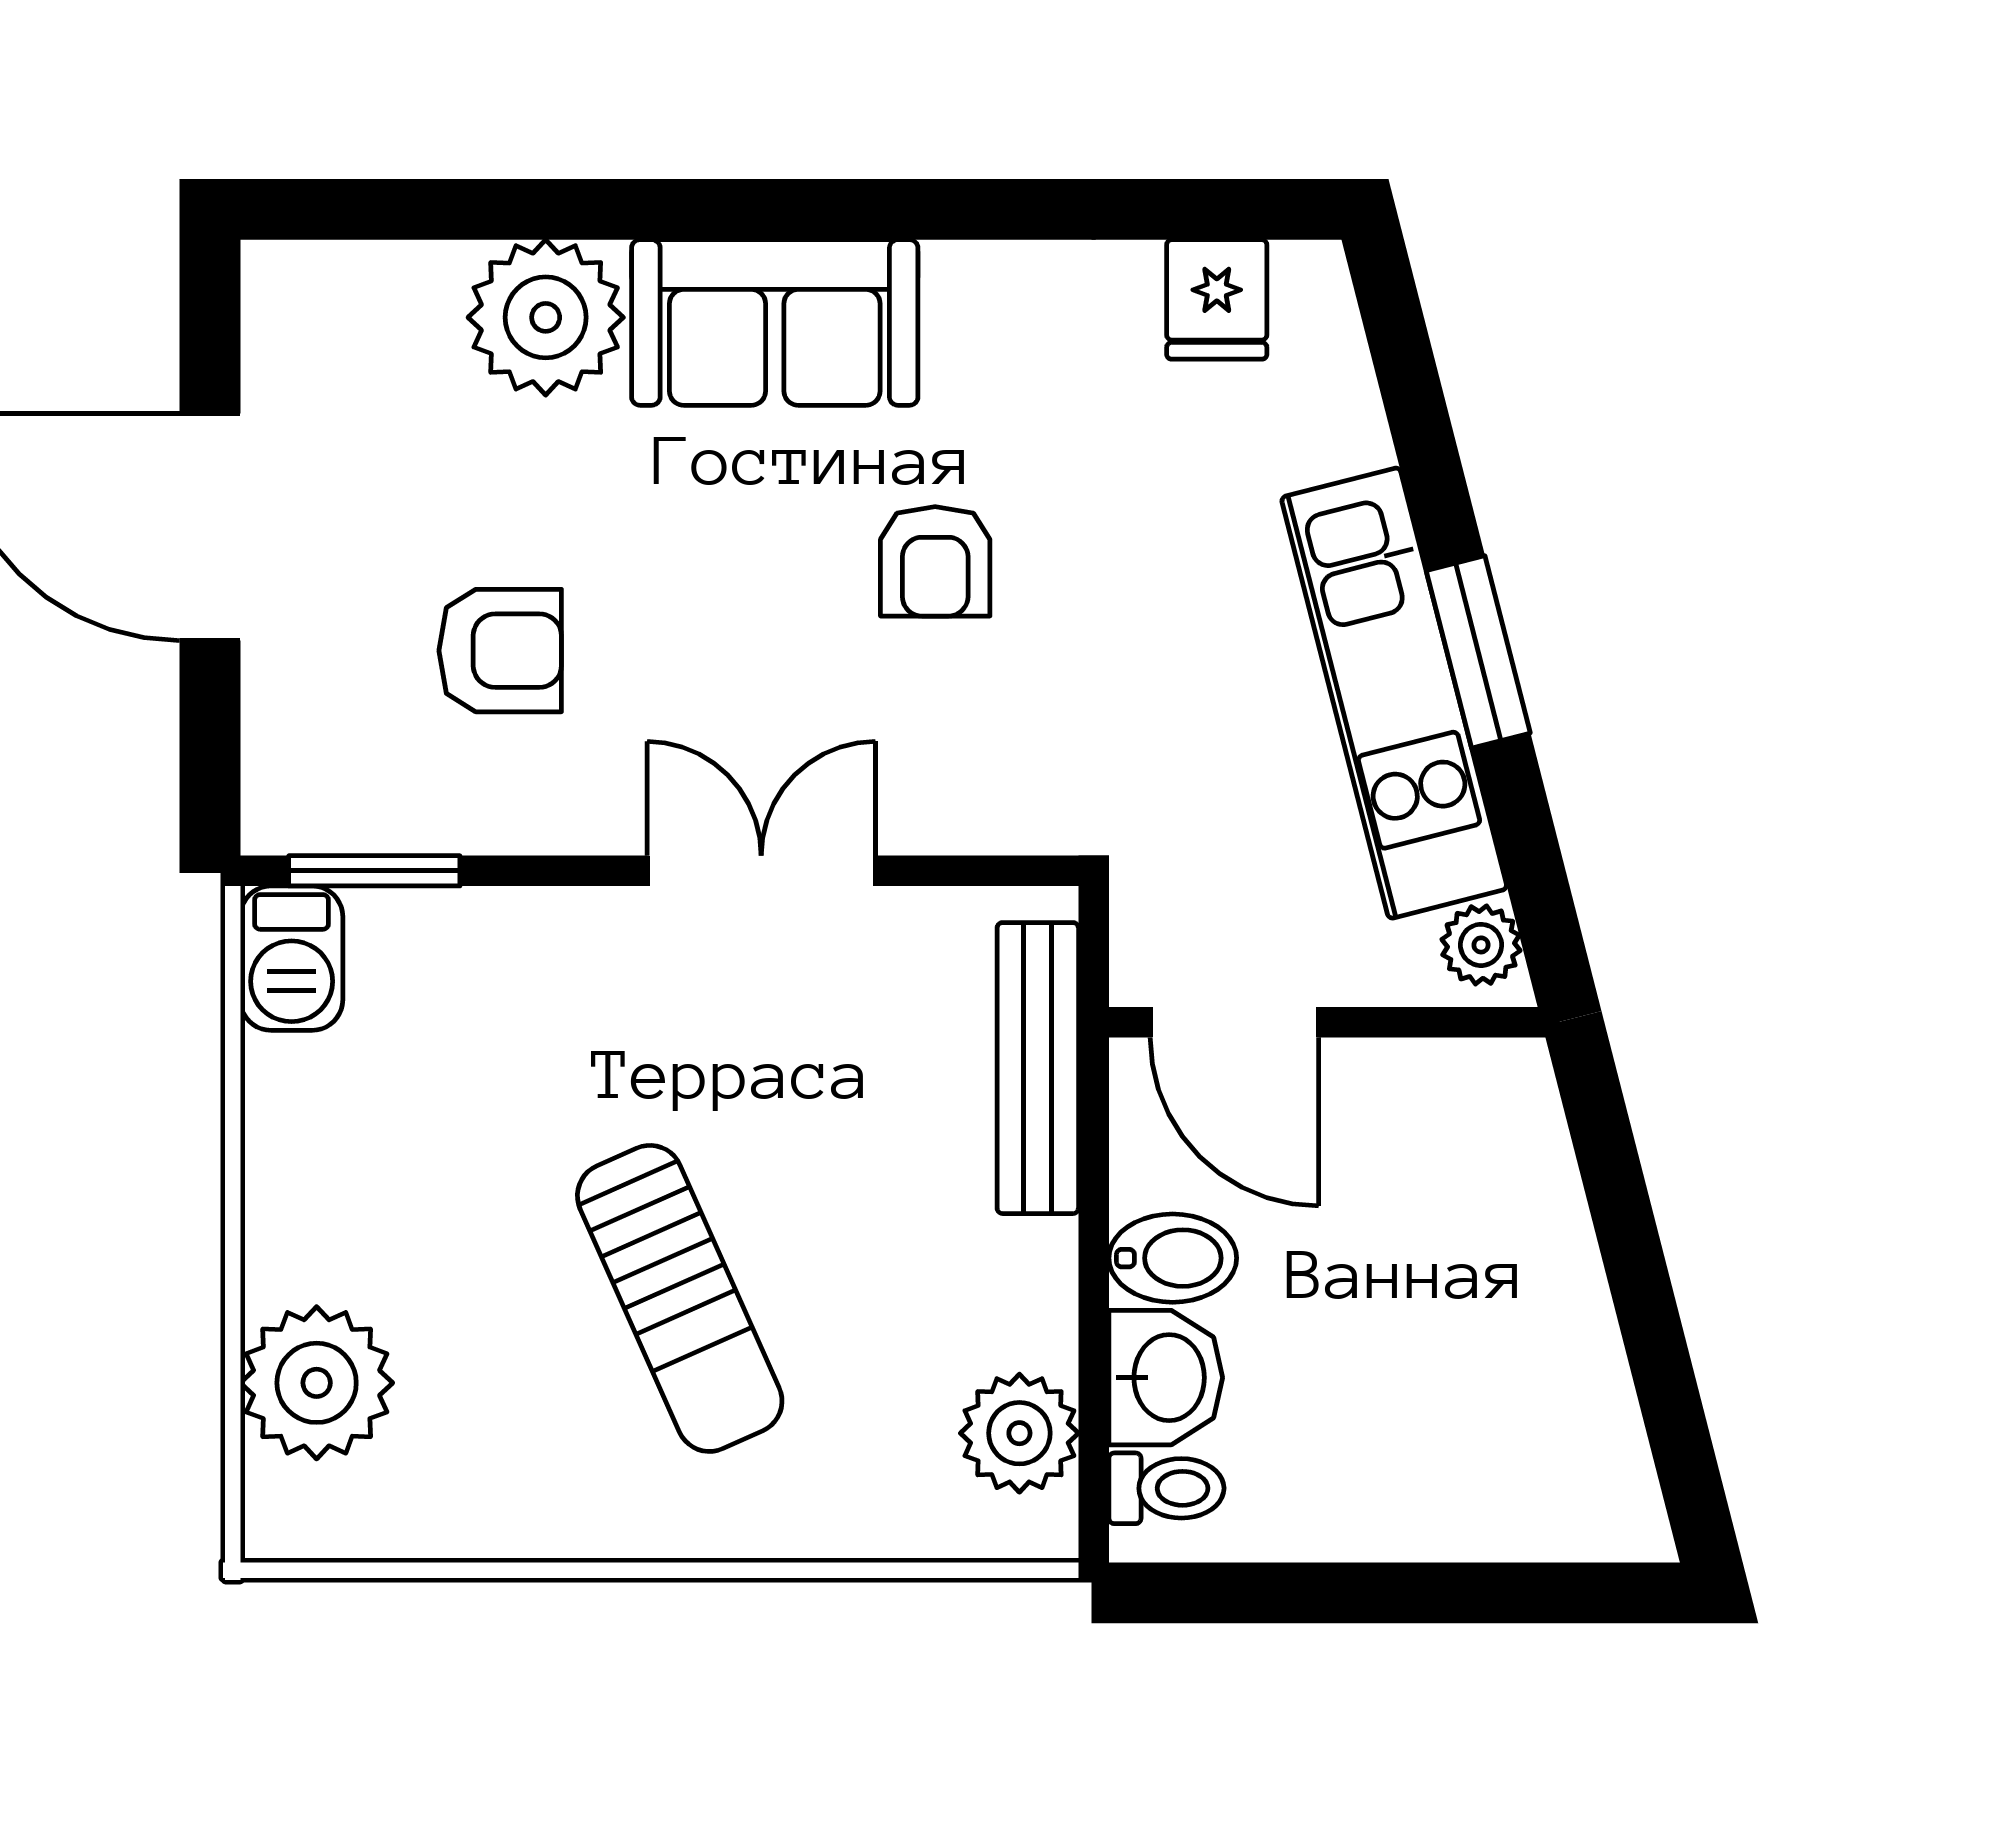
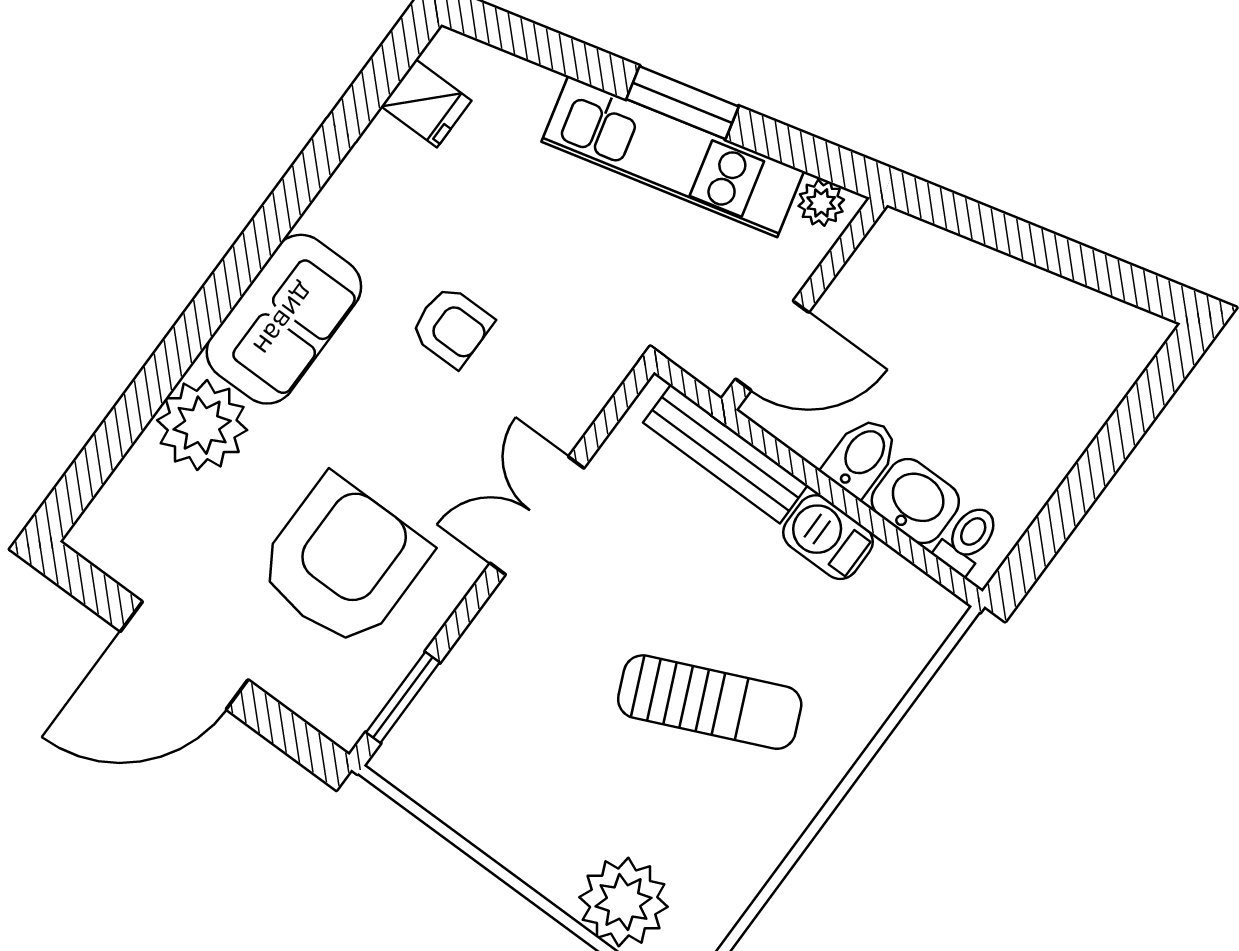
armchair: (500, 651) -> (343, 562), width x1.88, depth x1.88
barbecue: (292, 958) -> (828, 537), moved, turned 180
plant: (1019, 1433) -> (891, 589), removed

